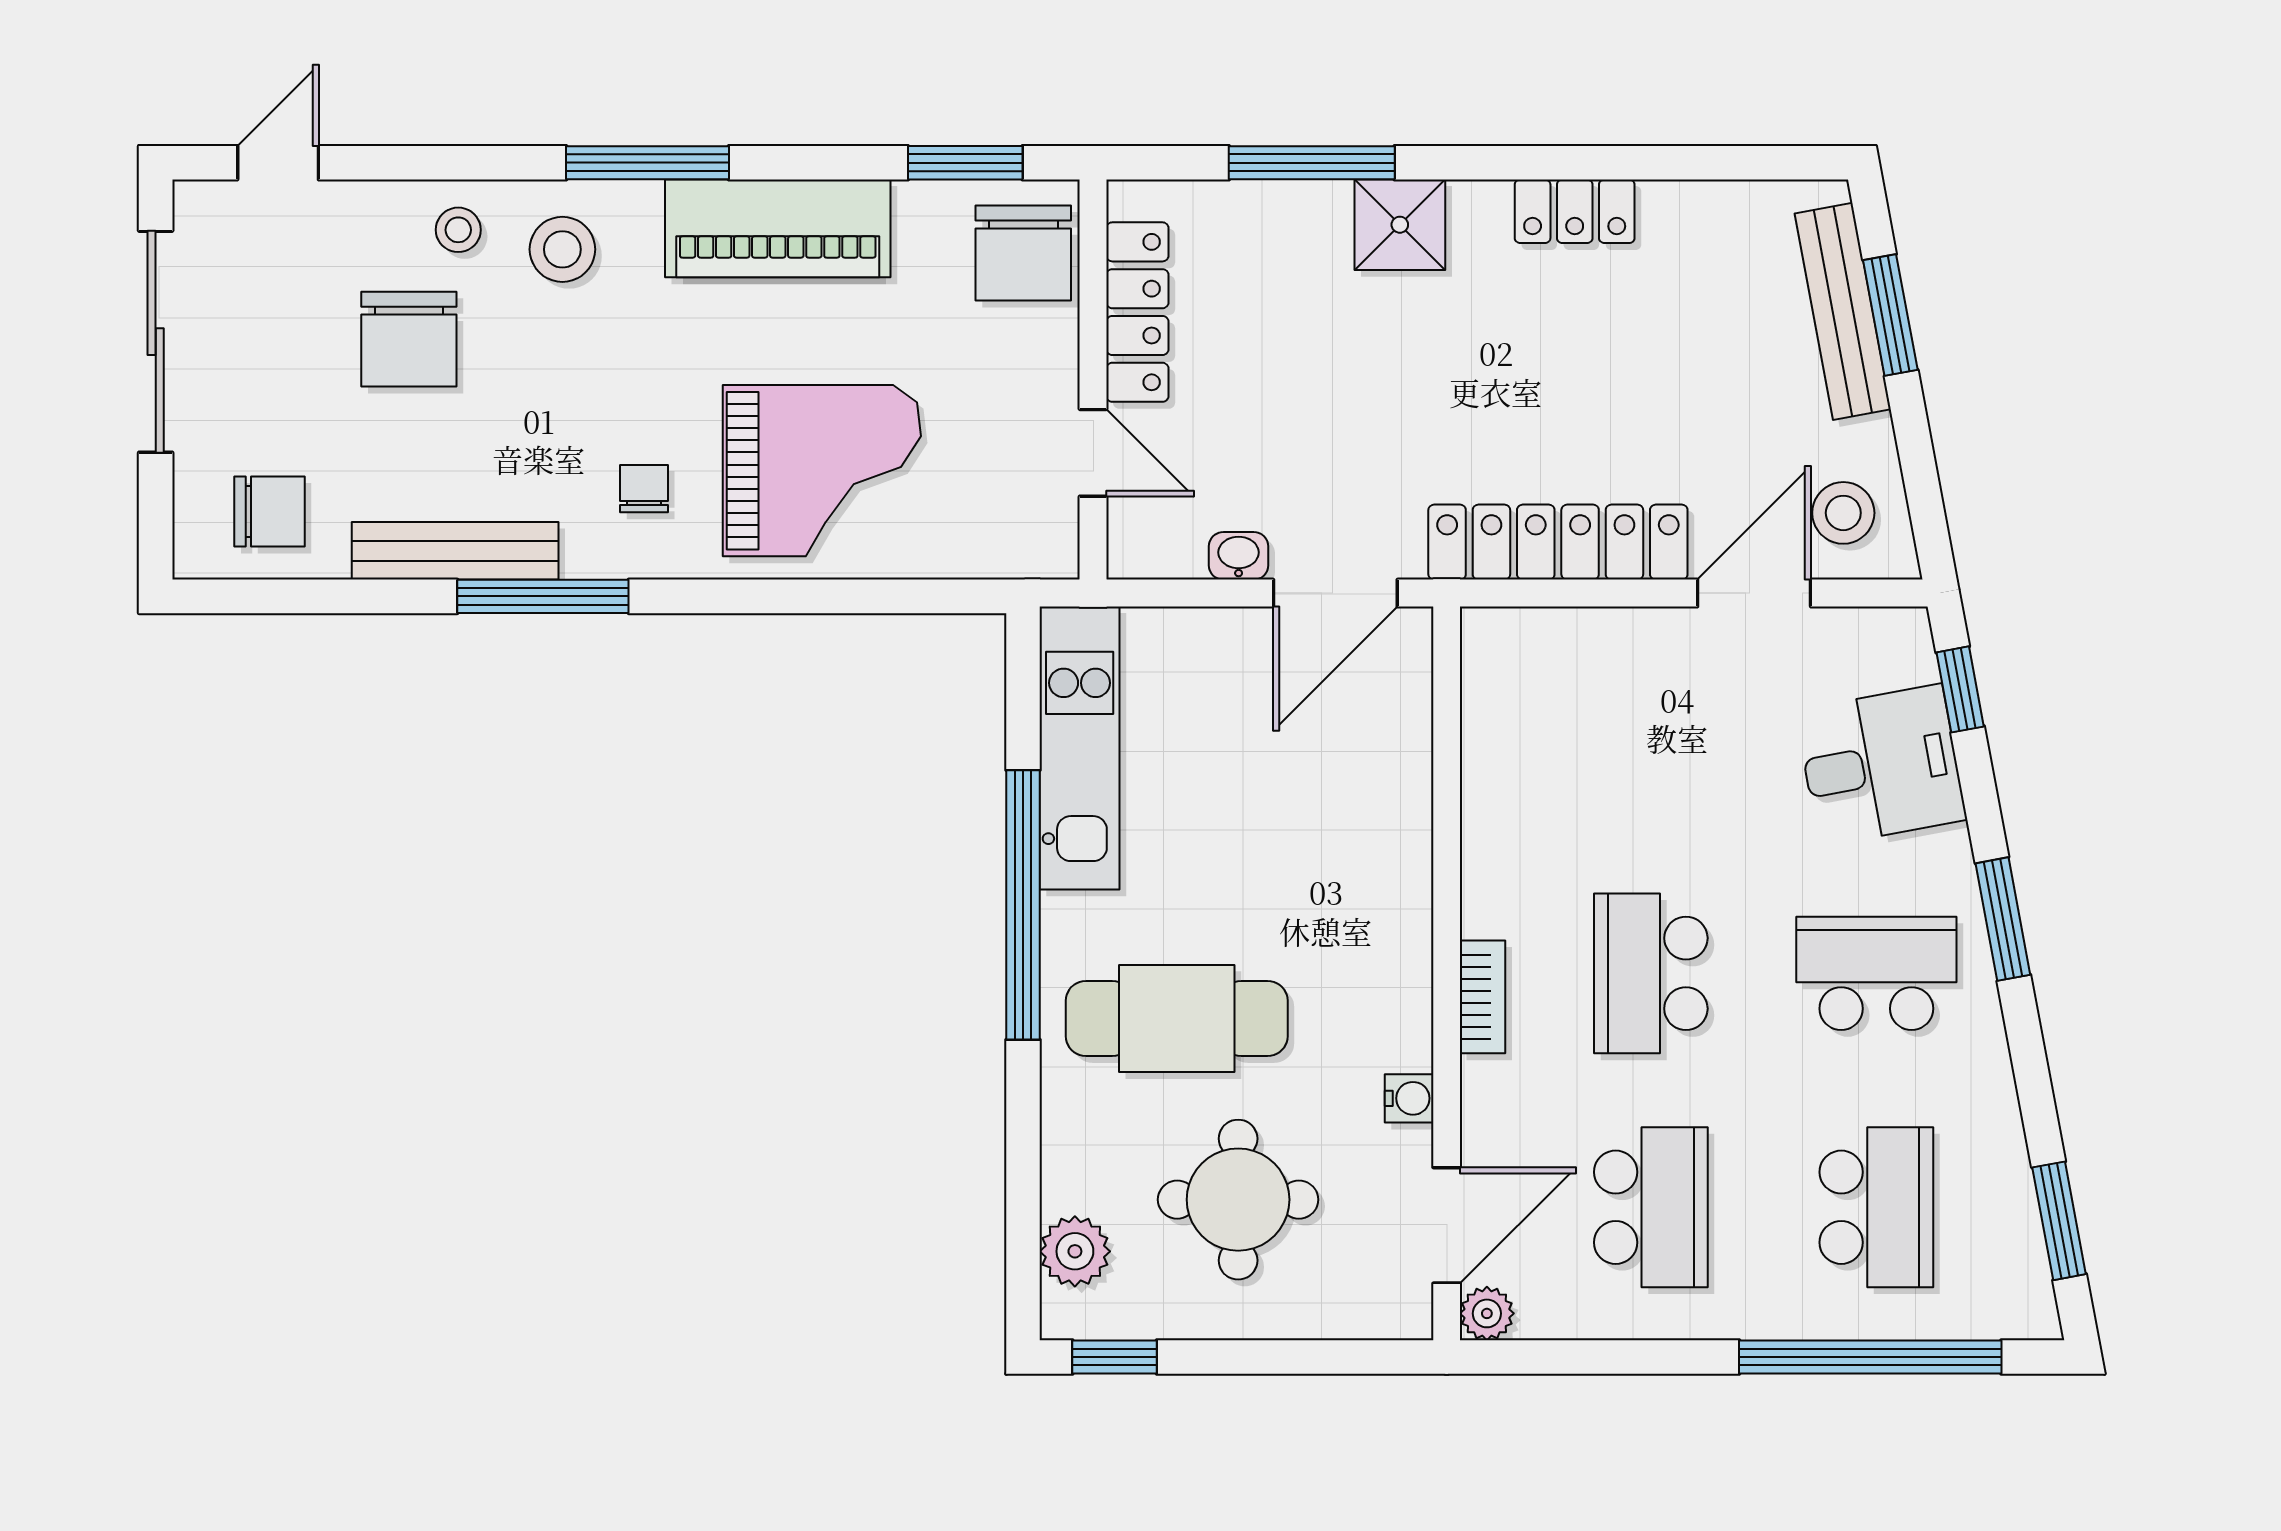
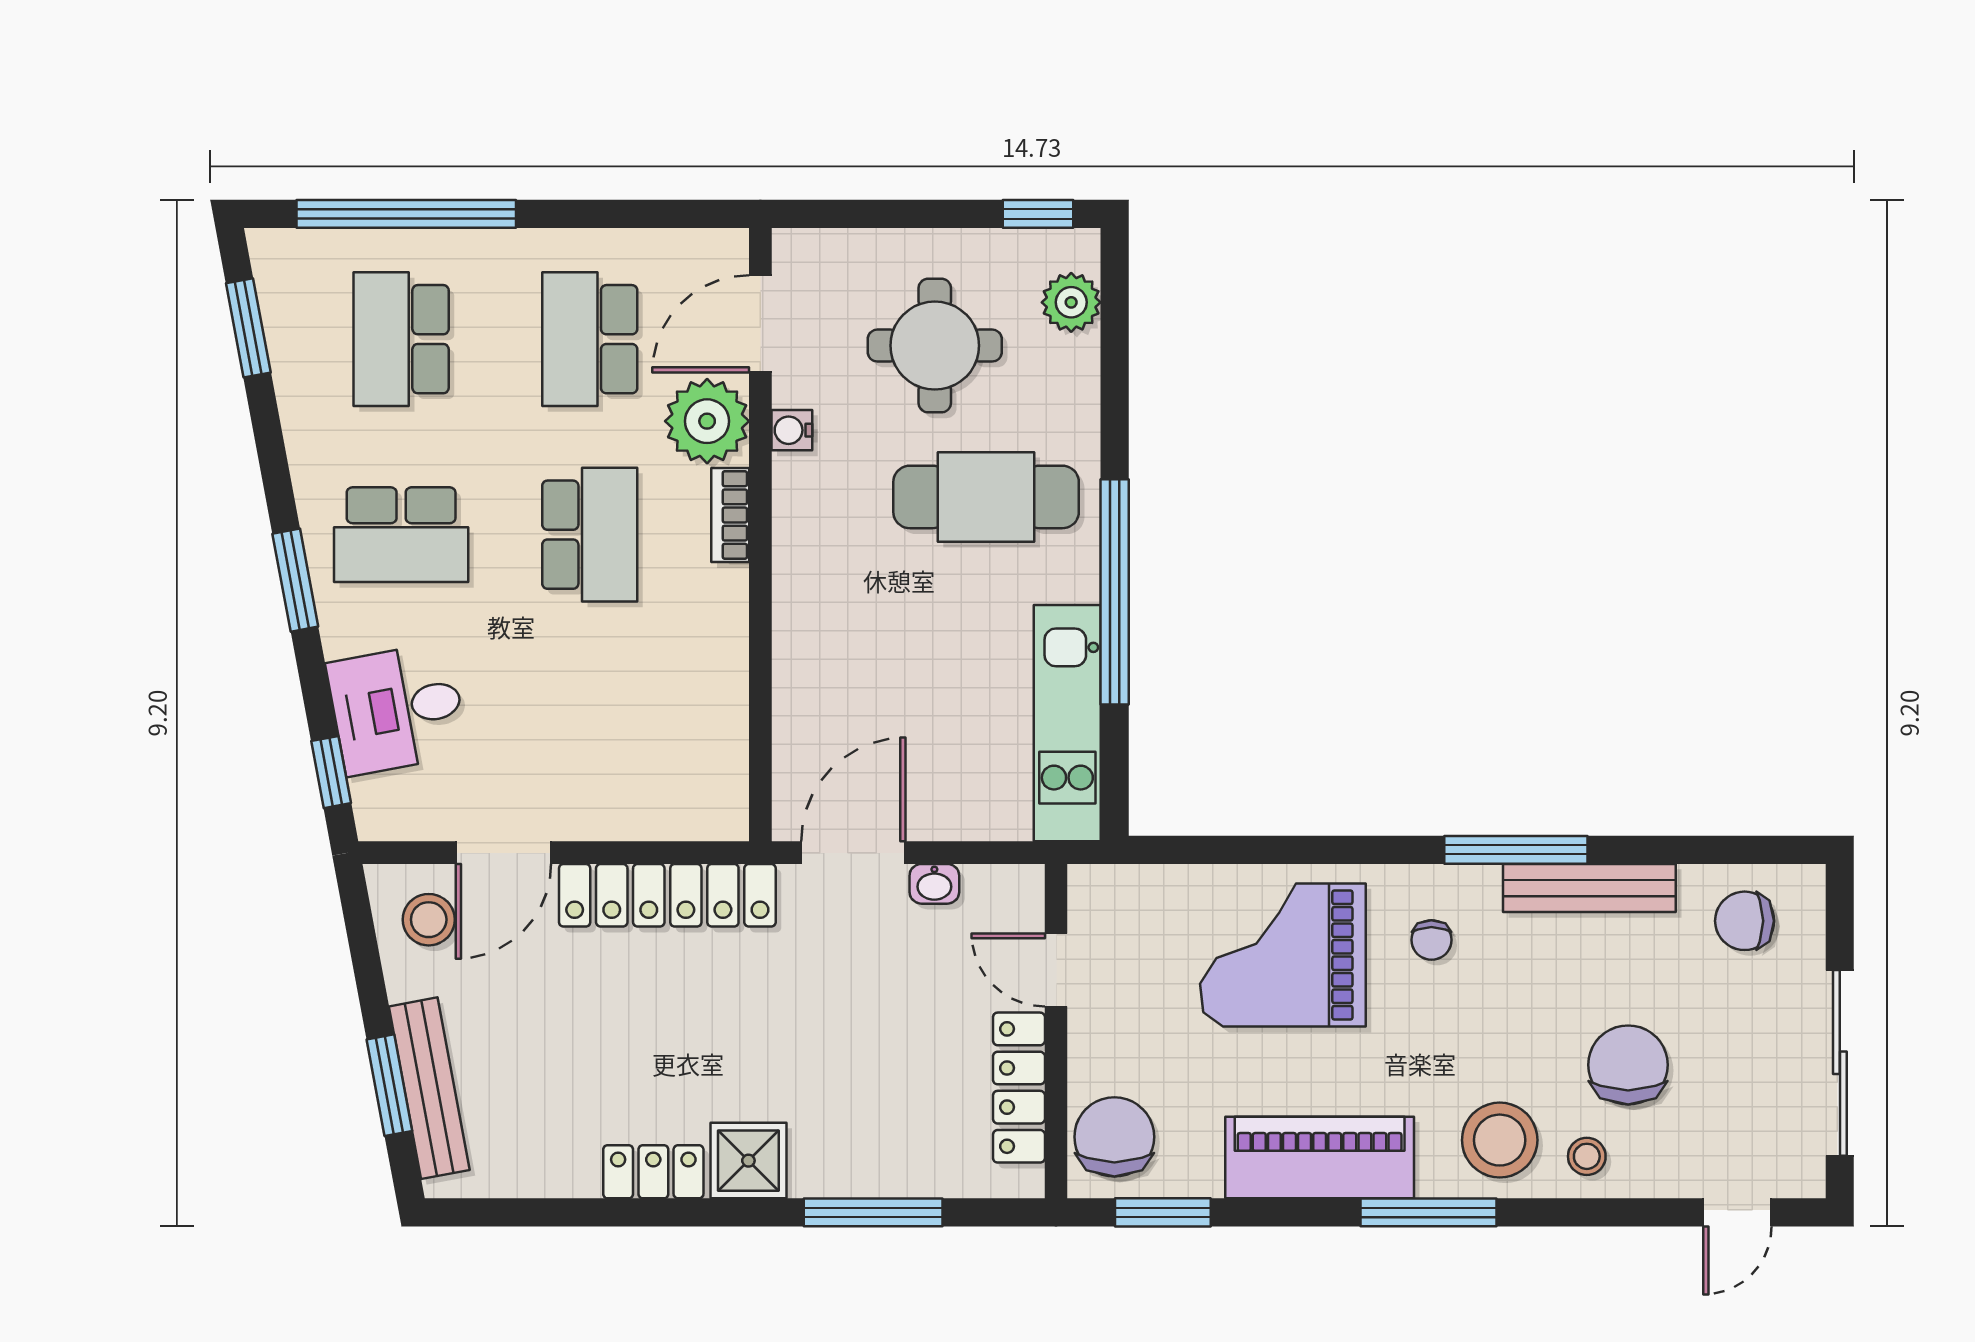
shower: (1400, 225) -> (748, 1161), moved
stool: (562, 249) -> (1500, 1140), width x1.38, depth x1.38
plant: (1487, 1313) -> (707, 421), moved, width x1.87, depth x1.87

